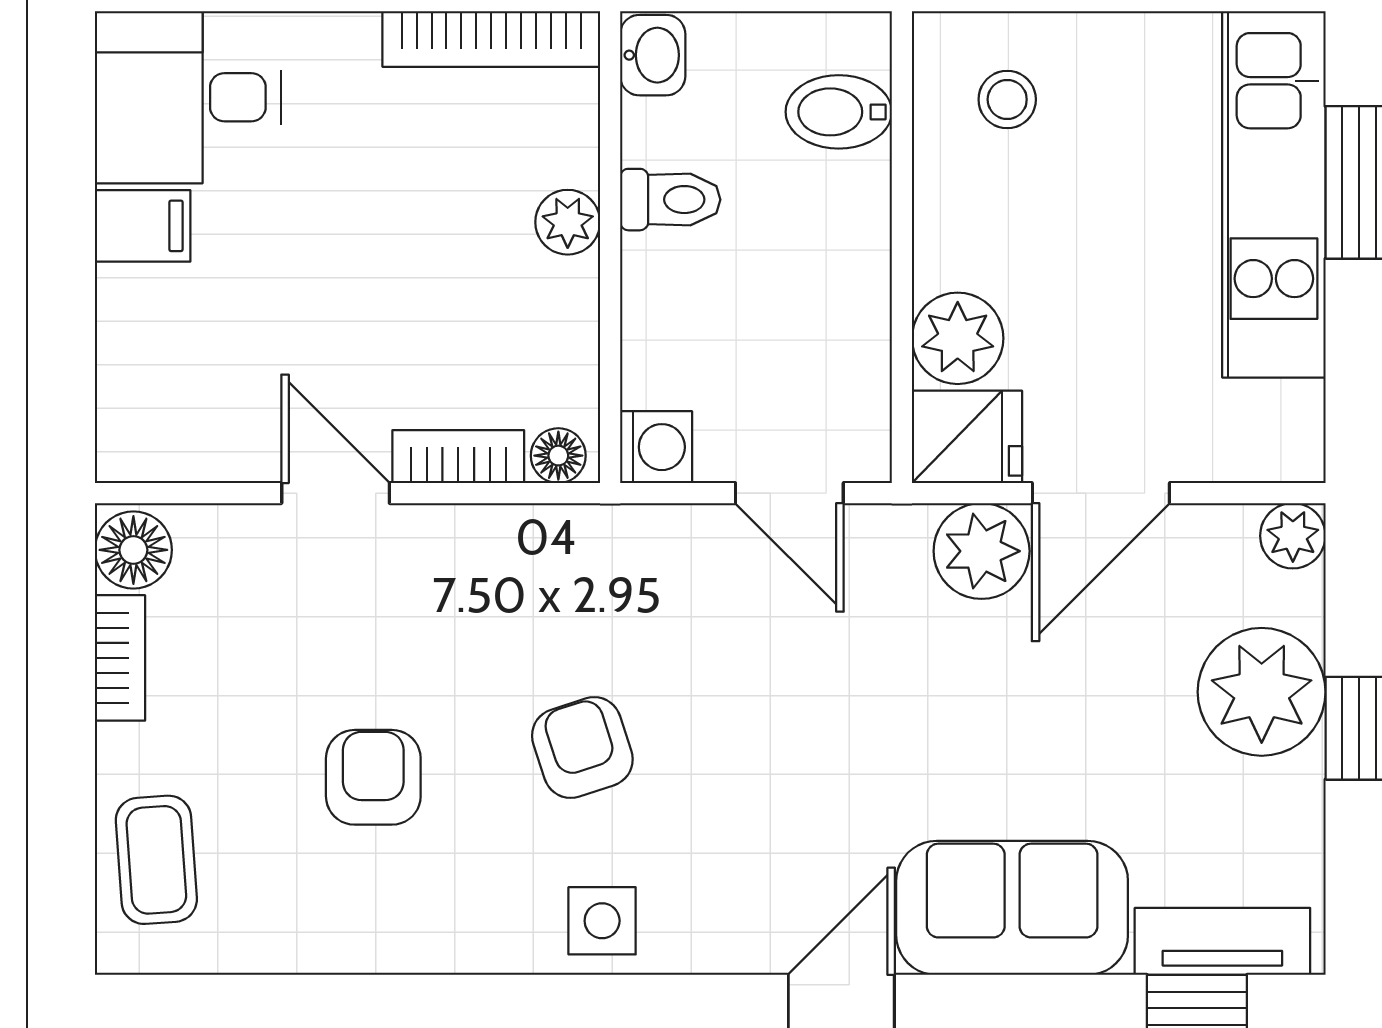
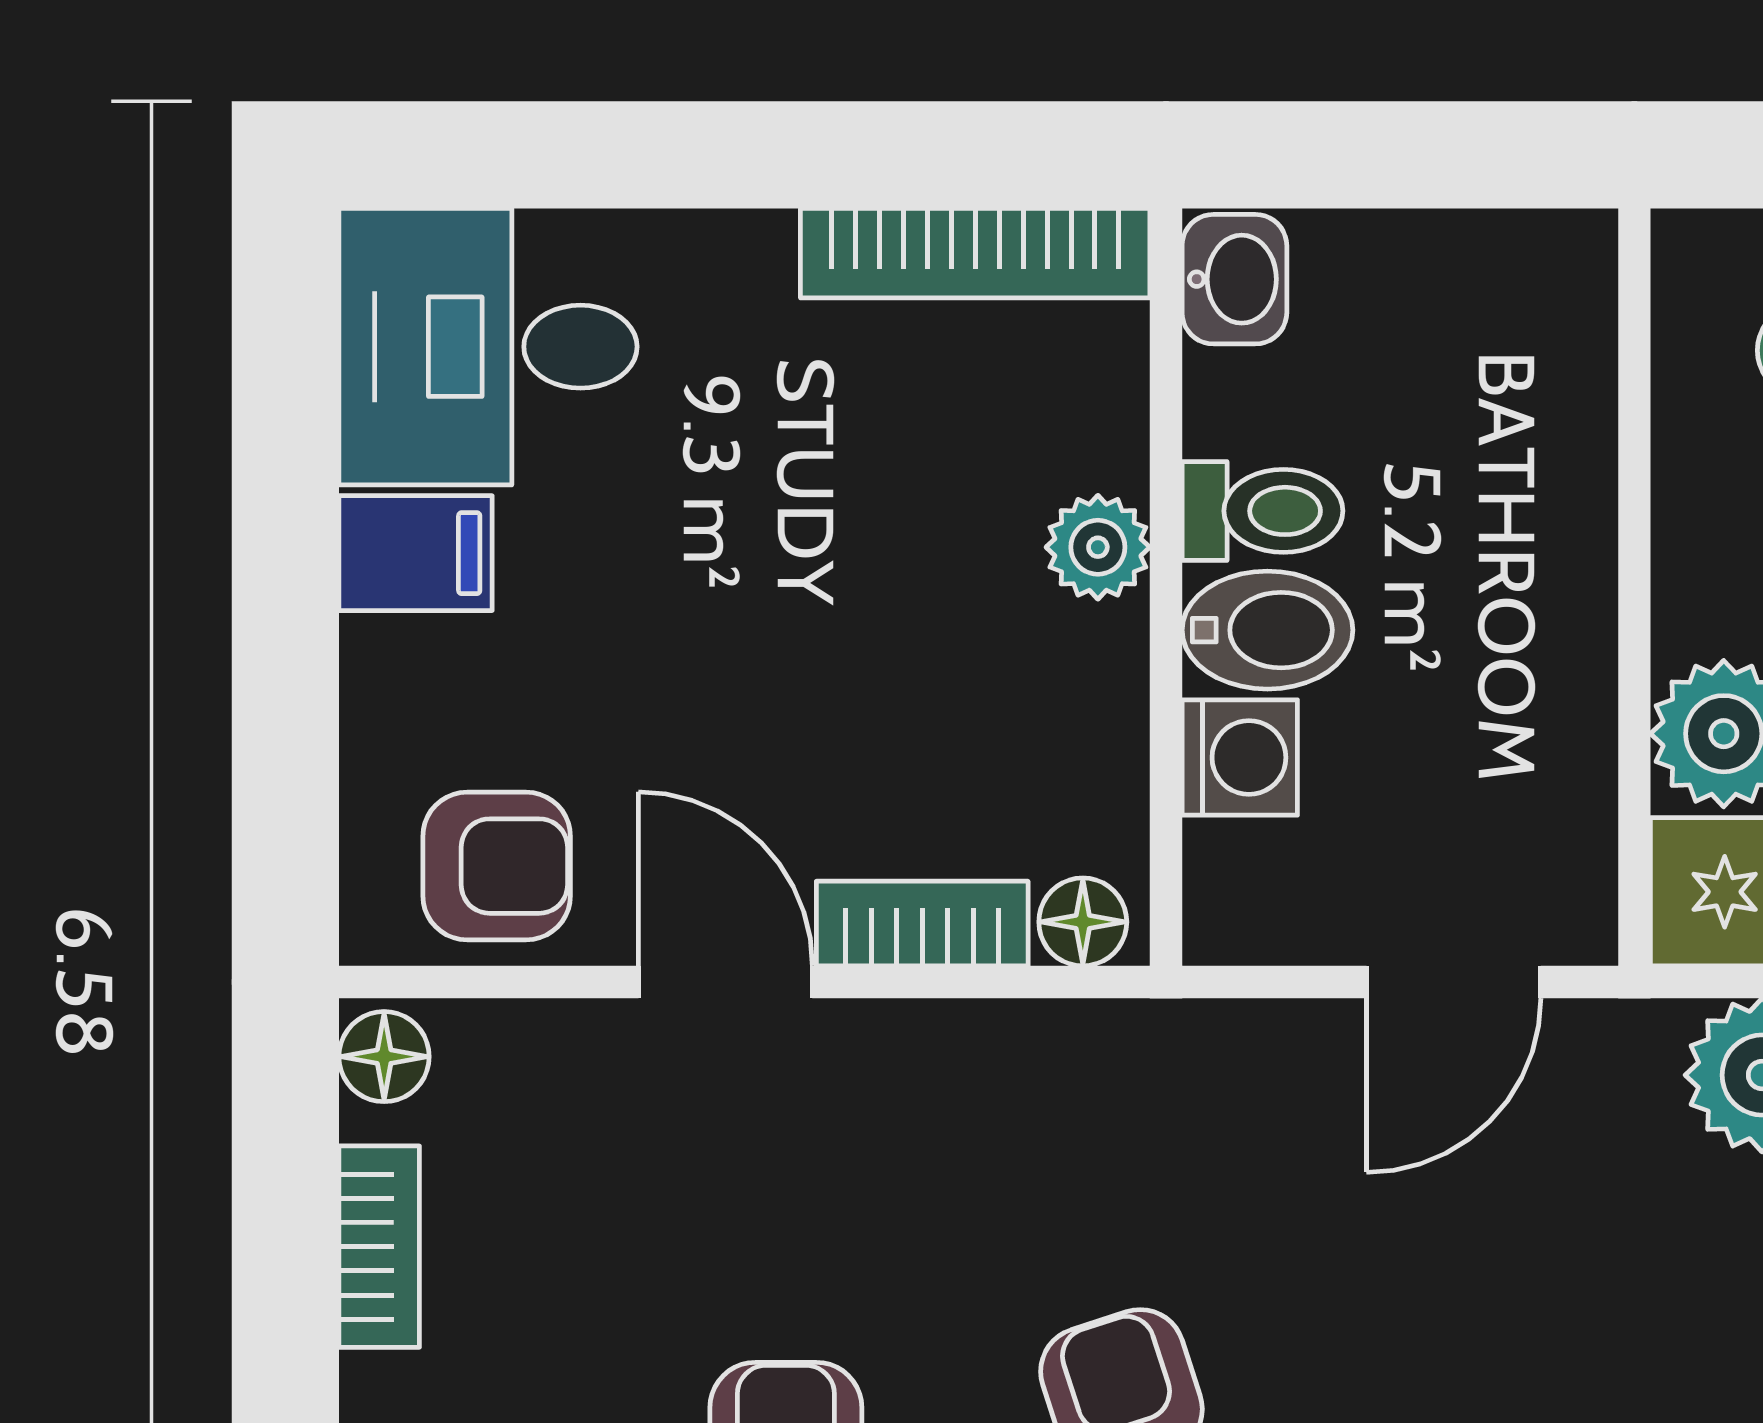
bidet: (839, 112) -> (1267, 630), moved, turned 180
armchair: (193, 421) -> (497, 866), added
washing machine: (656, 447) -> (1240, 758), moved
door: (789, 493) -> (1454, 982), hinge flipped
floor lamp: (133, 550) -> (384, 1057), width x0.73, depth x0.73

